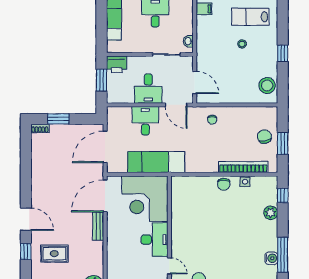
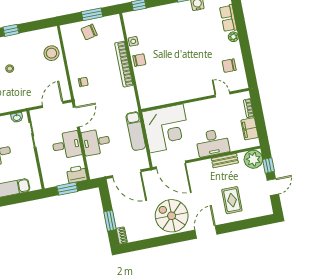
printer: (117, 64) -> (77, 174), moved, turned -90
stool: (267, 85) -> (51, 53), moved
exam couch: (156, 162) -> (136, 131), width x0.73, depth x0.69
bookcase: (243, 167) -> (124, 64), moved
spiral stairs: (50, 186) -> (172, 216), added
plant: (271, 213) -> (157, 13), removed
bench: (98, 226) -> (225, 161), moved
desk: (155, 240) -> (213, 143), moved, turned 180
window: (26, 252) -> (235, 226), removed
door: (169, 266) -> (222, 94), hinge flipped

